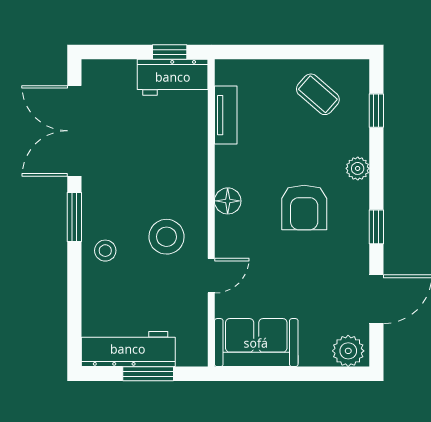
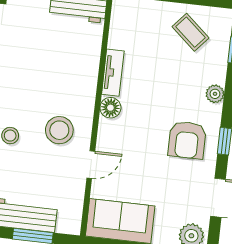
tv unit: (226, 115) -> (113, 73), moved
armchair: (304, 207) -> (187, 140), moved

